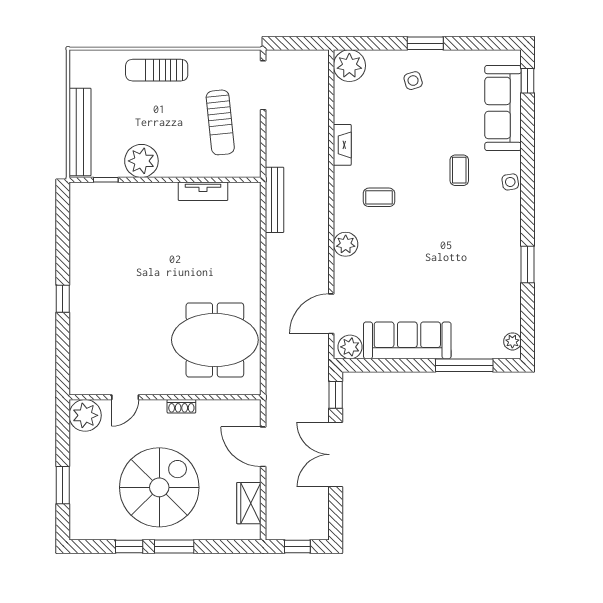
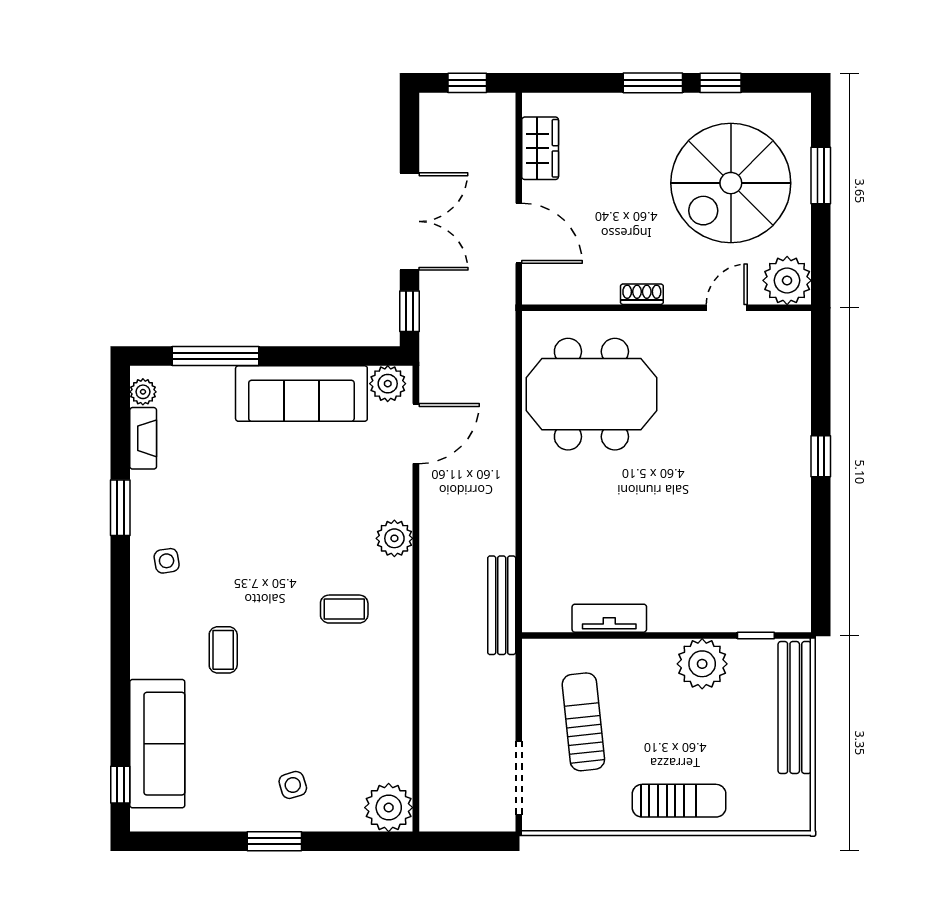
fireplace: (342, 145) -> (143, 438), moved, turned 180
side table: (510, 182) -> (167, 561), moved
spiral stairs: (159, 487) -> (731, 183), moved

